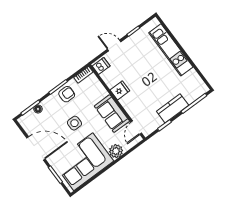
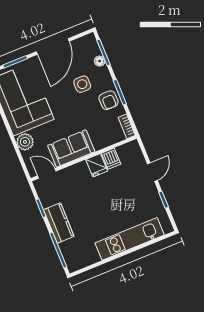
dishwasher: (101, 66) -> (111, 159), moved
side table: (74, 123) -> (82, 84), moved

